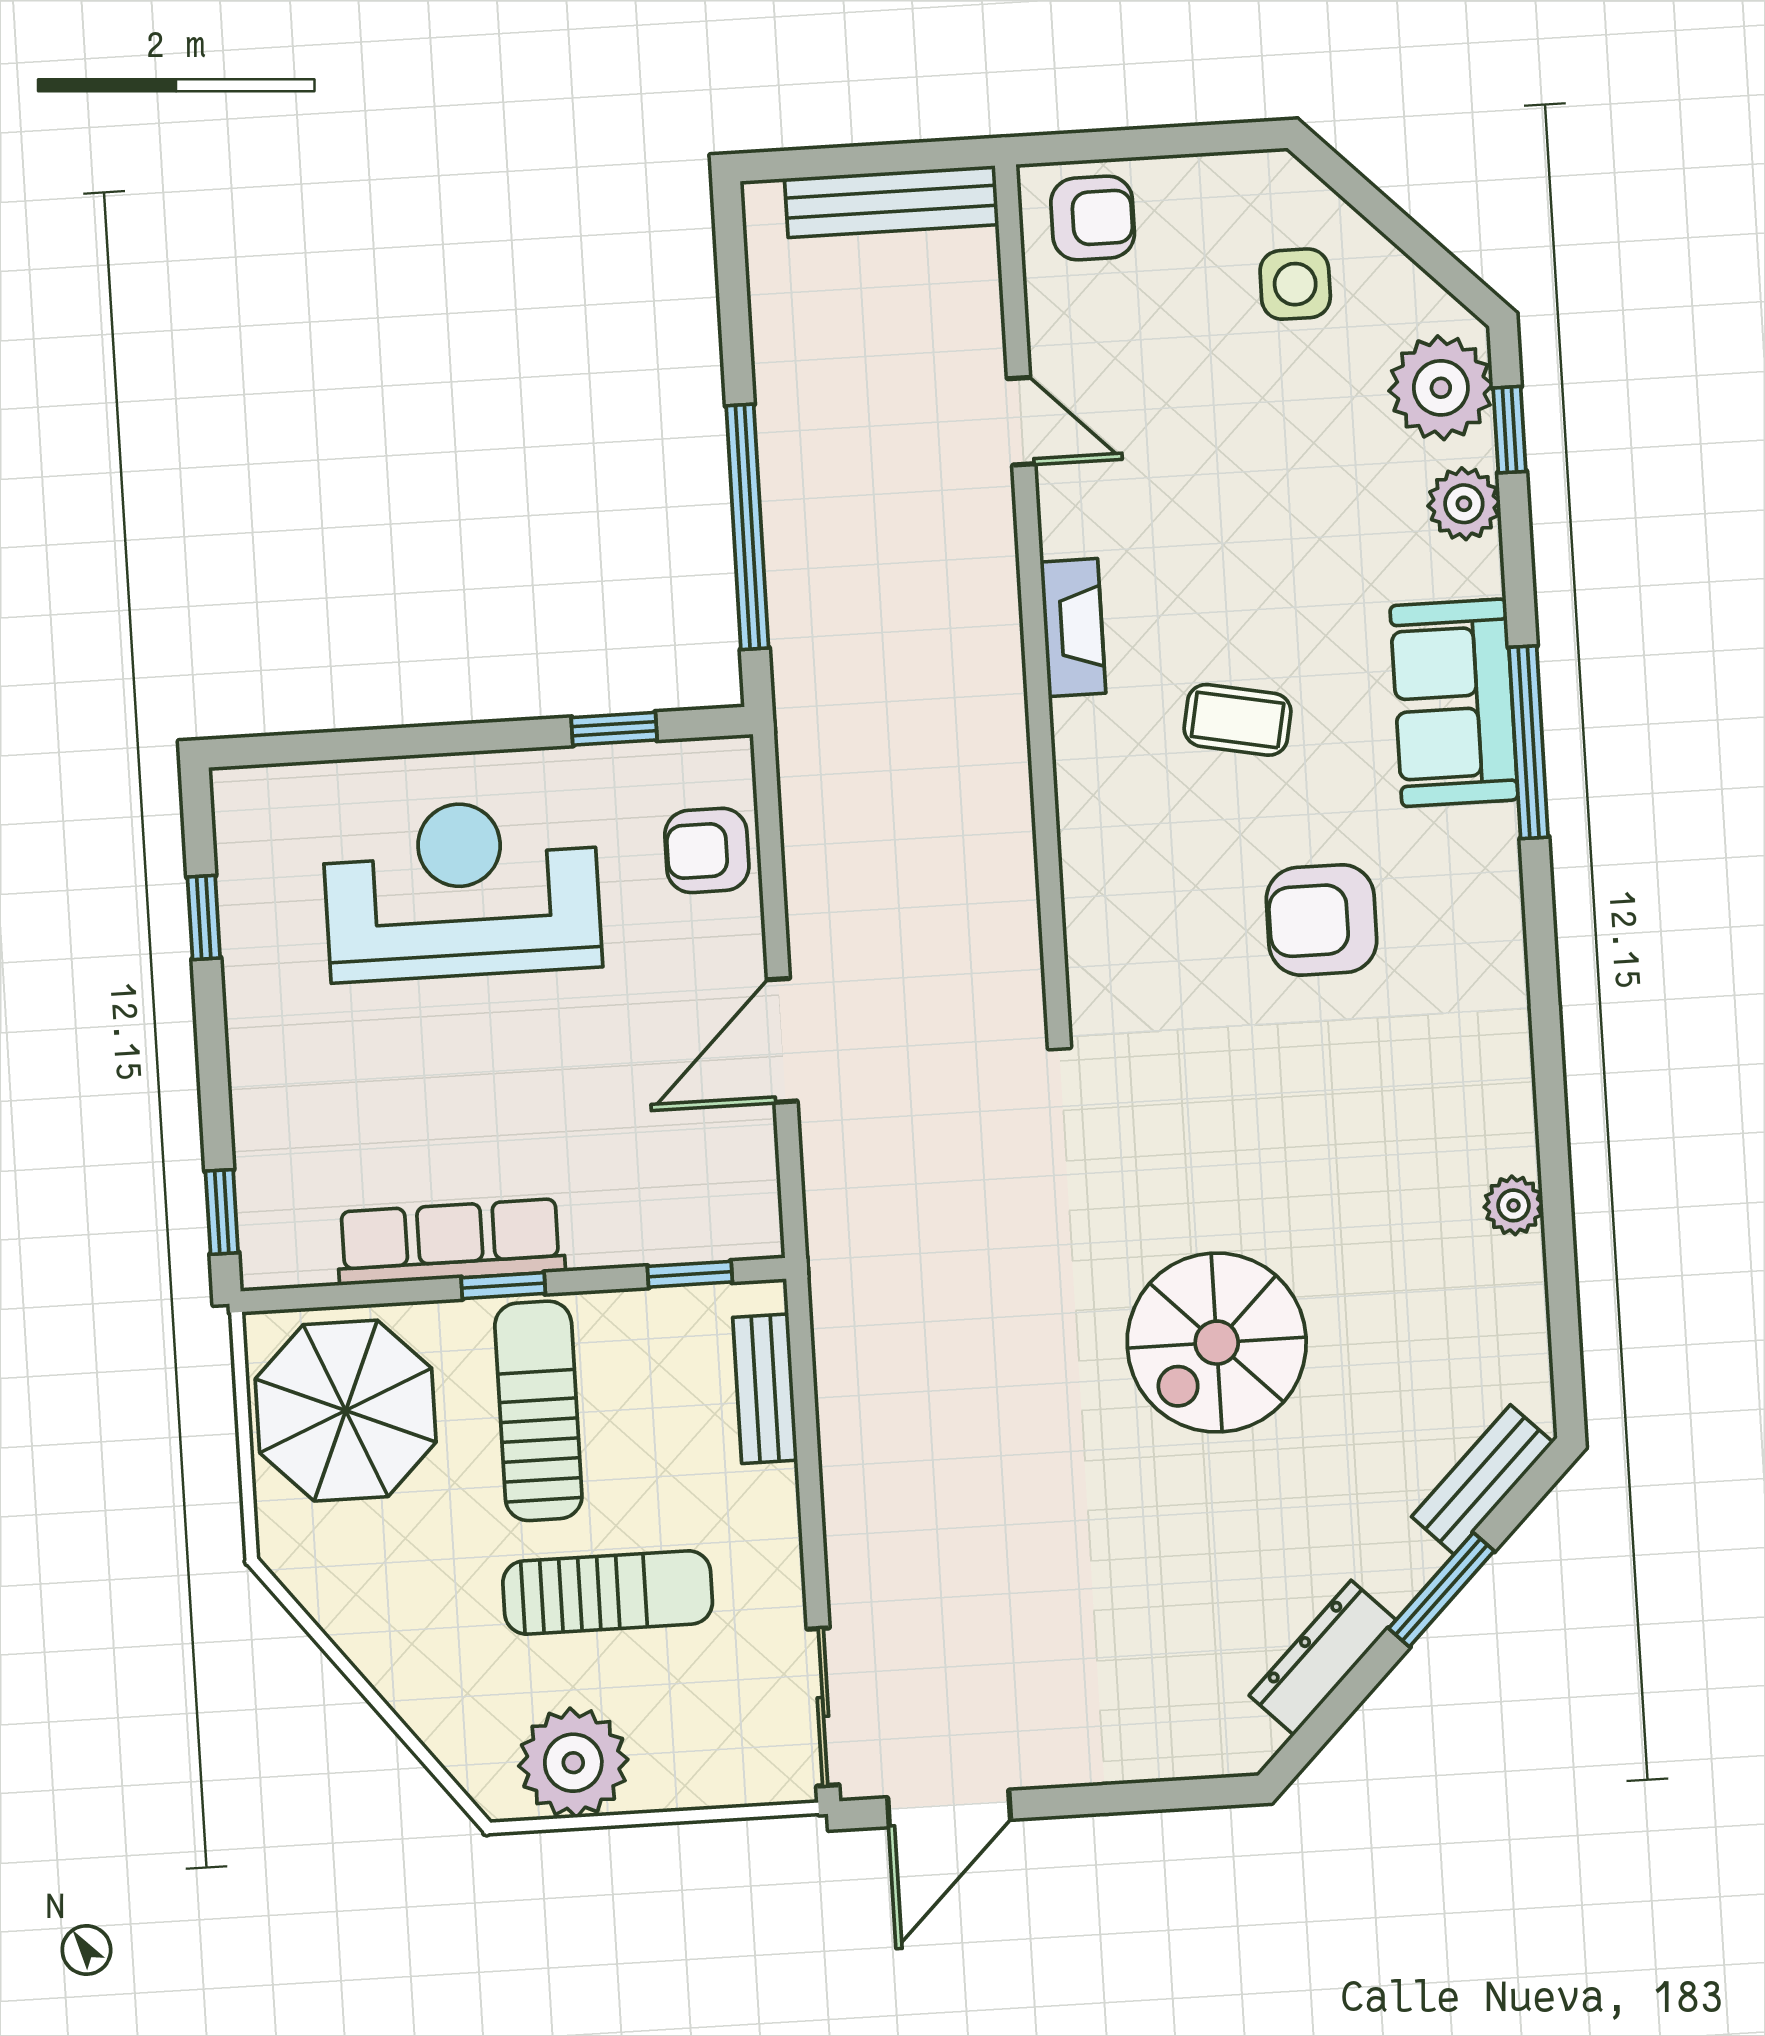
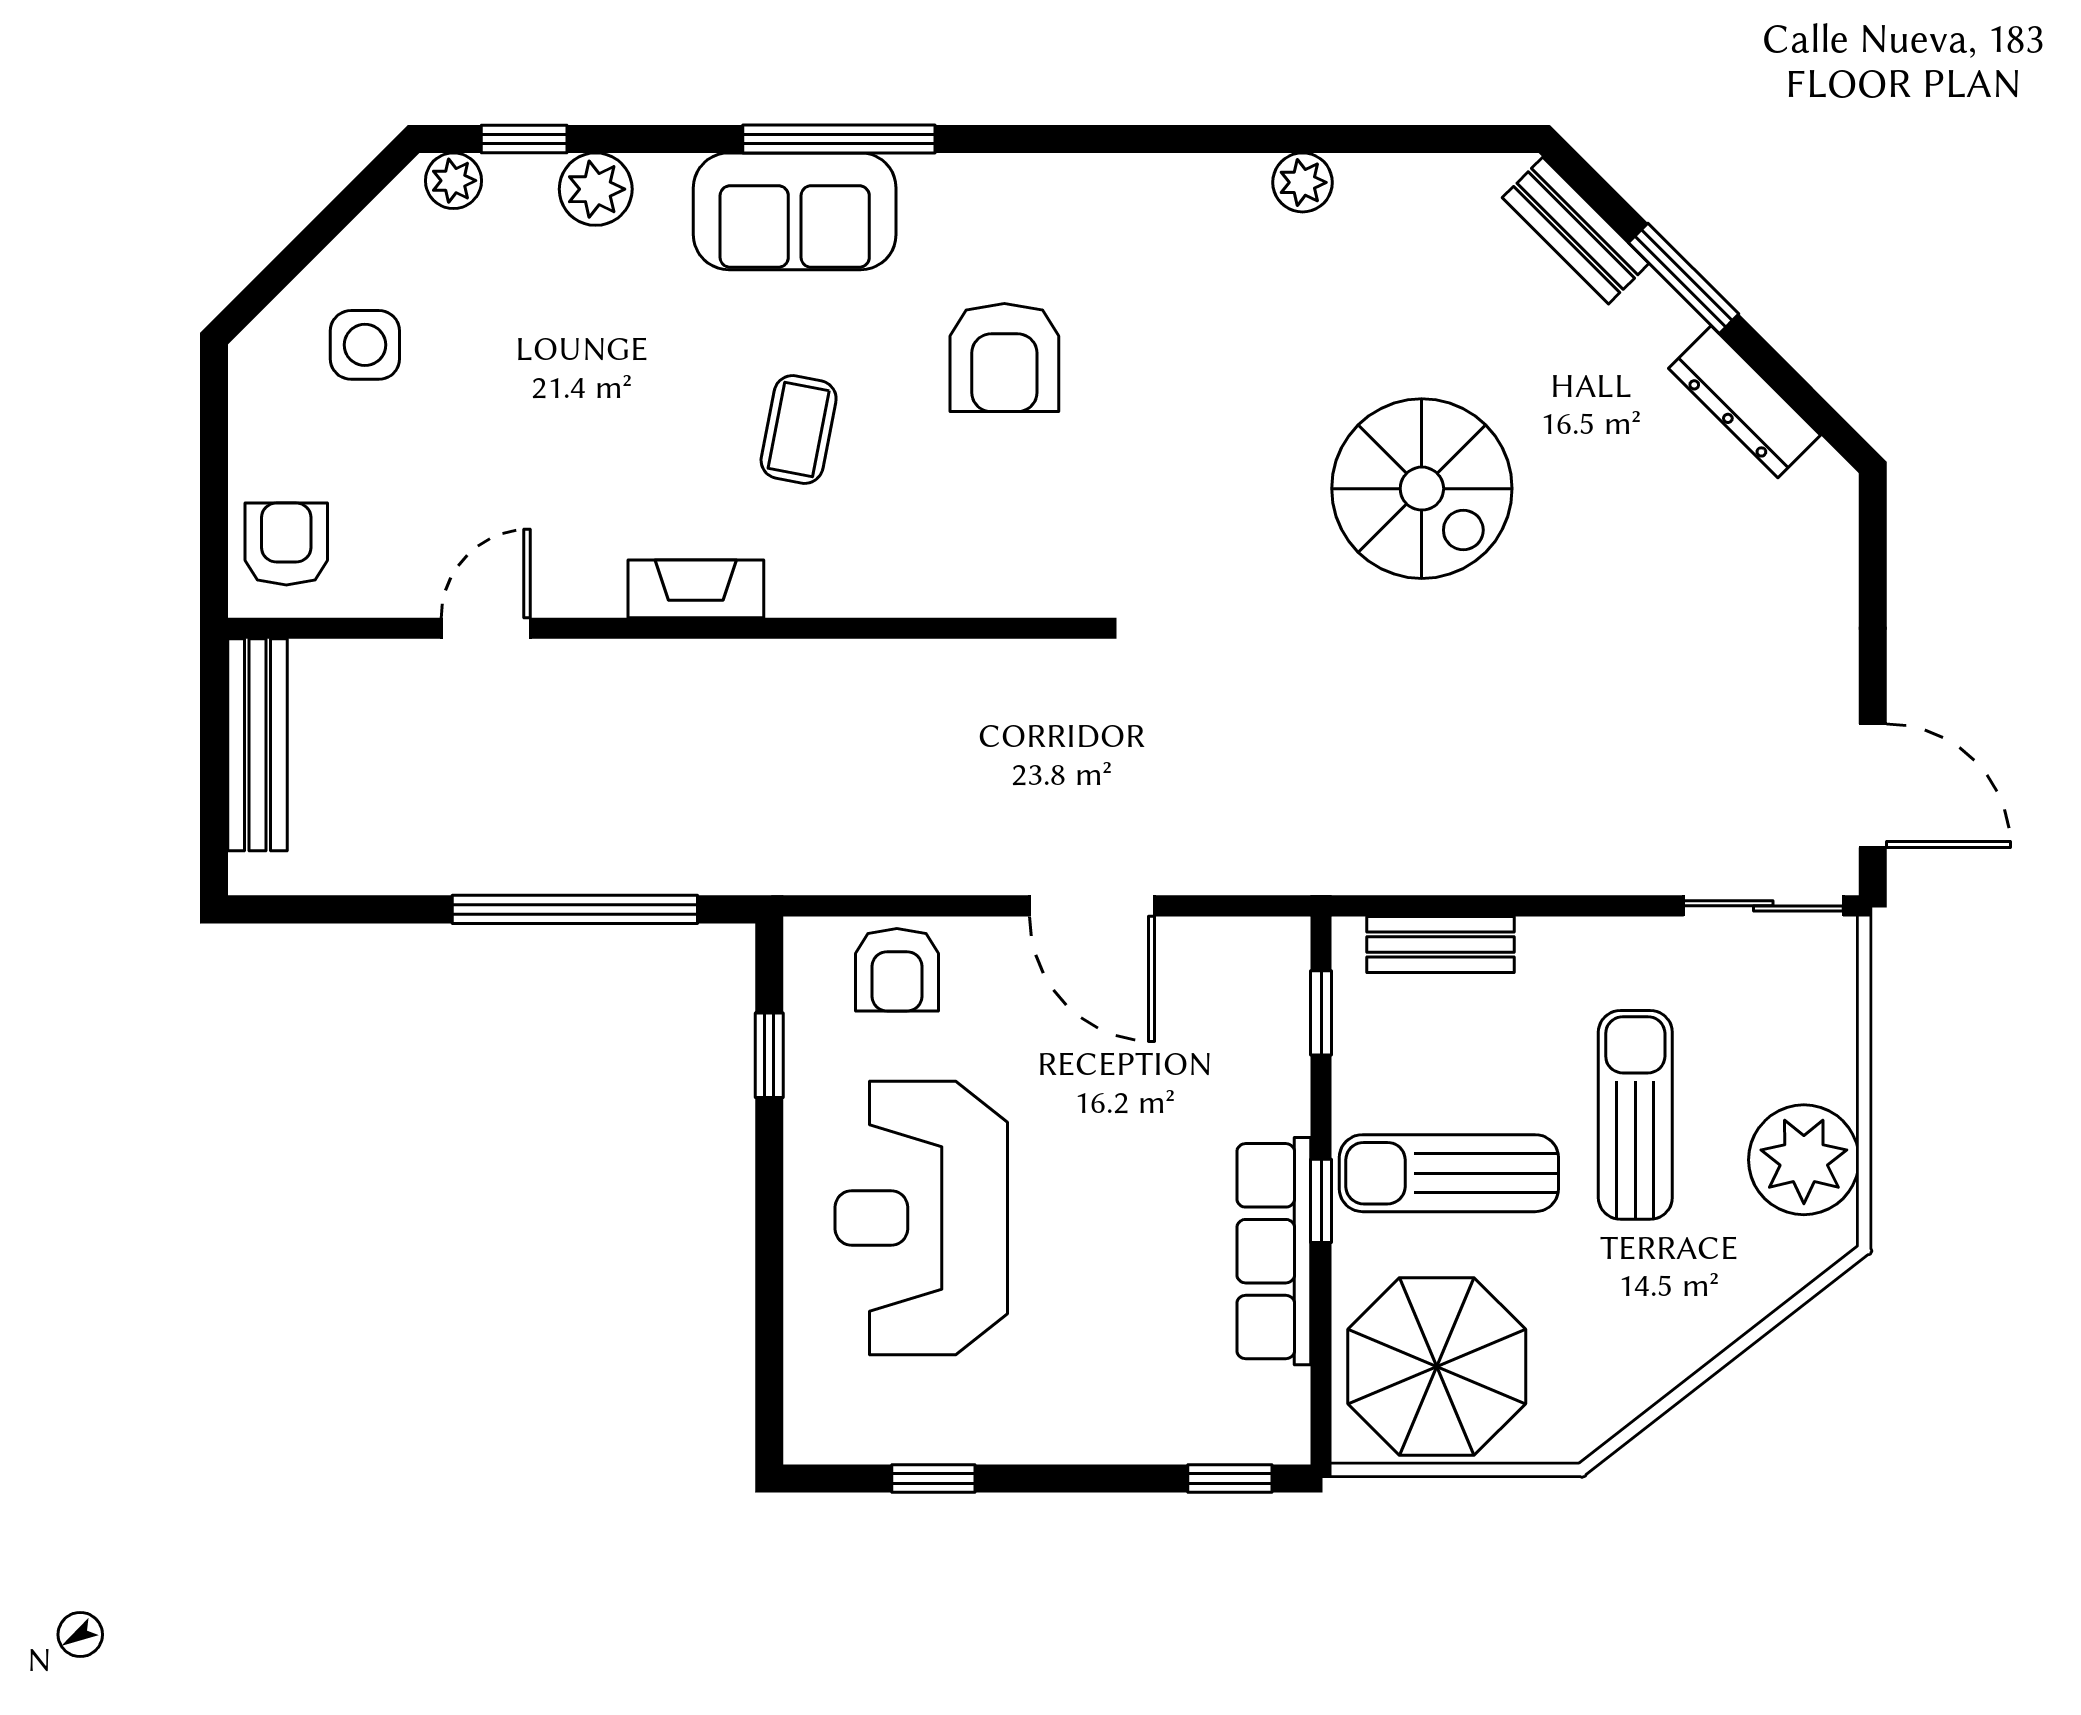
plant: (1441, 388) -> (453, 181), width x0.53, depth x0.53

